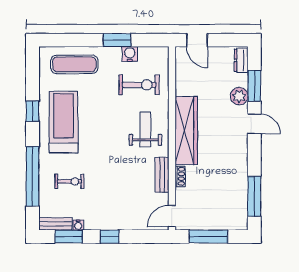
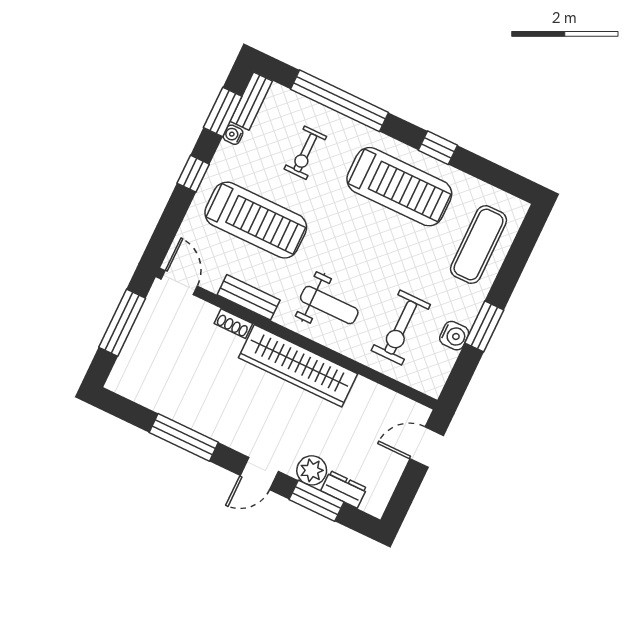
dresser: (241, 60) -> (344, 489), moved
treadmill: (118, 191) -> (256, 220), added
window: (254, 196) -> (184, 437), moved

